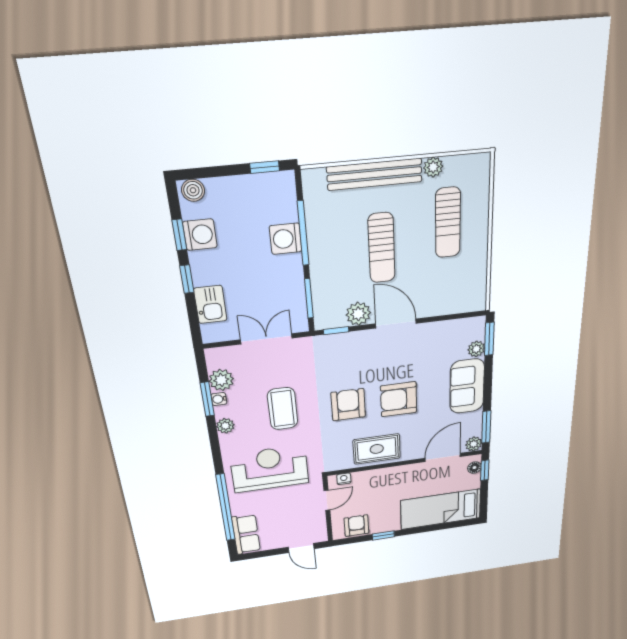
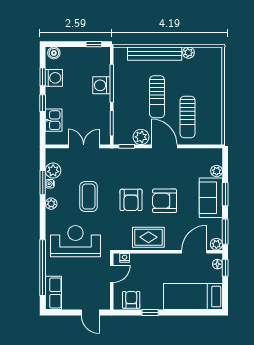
sun lounger: (448, 223) -> (188, 117), moved
window: (489, 339) -> (225, 194), moved
armchair: (348, 405) -> (131, 200), turned 180

